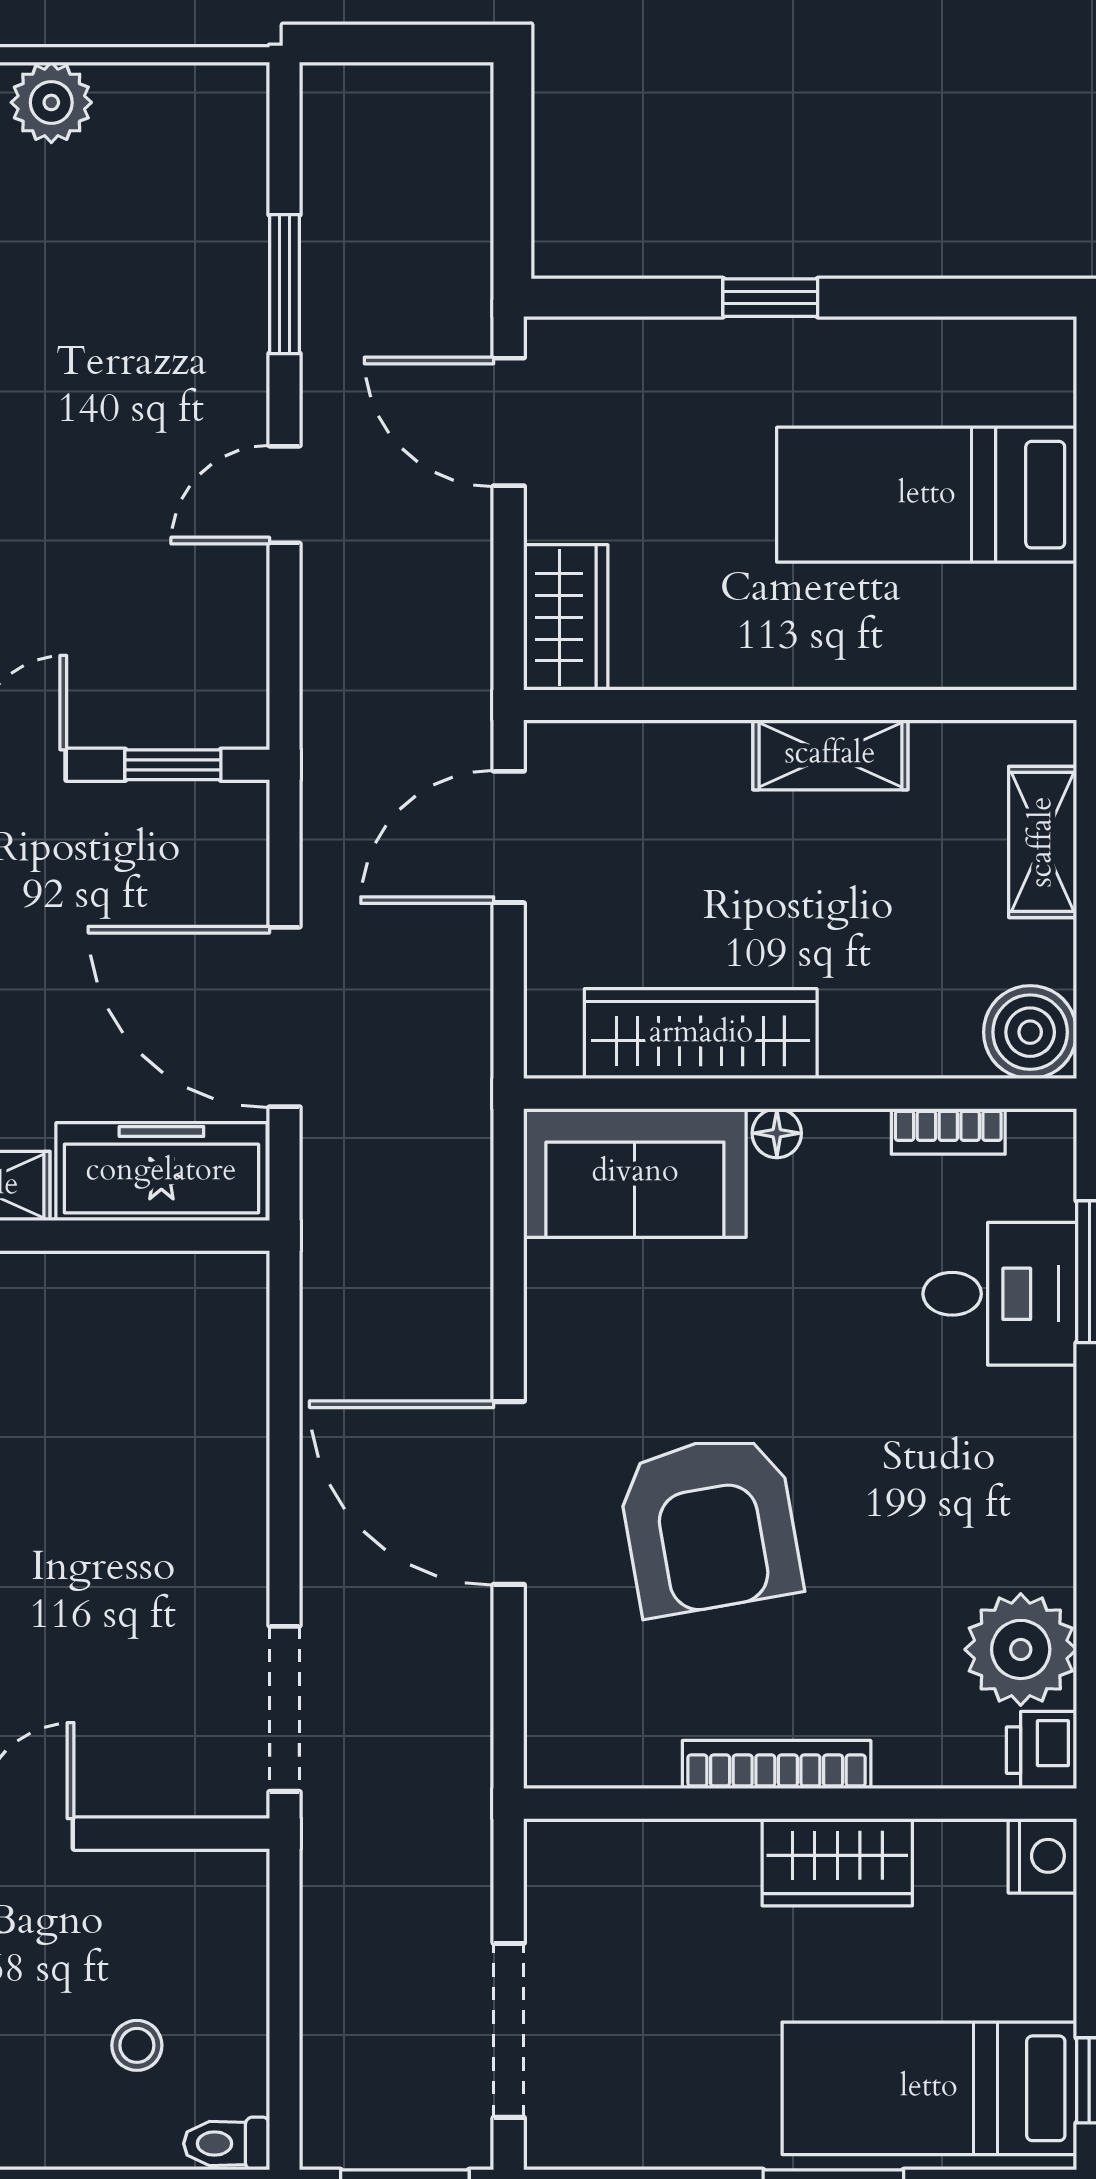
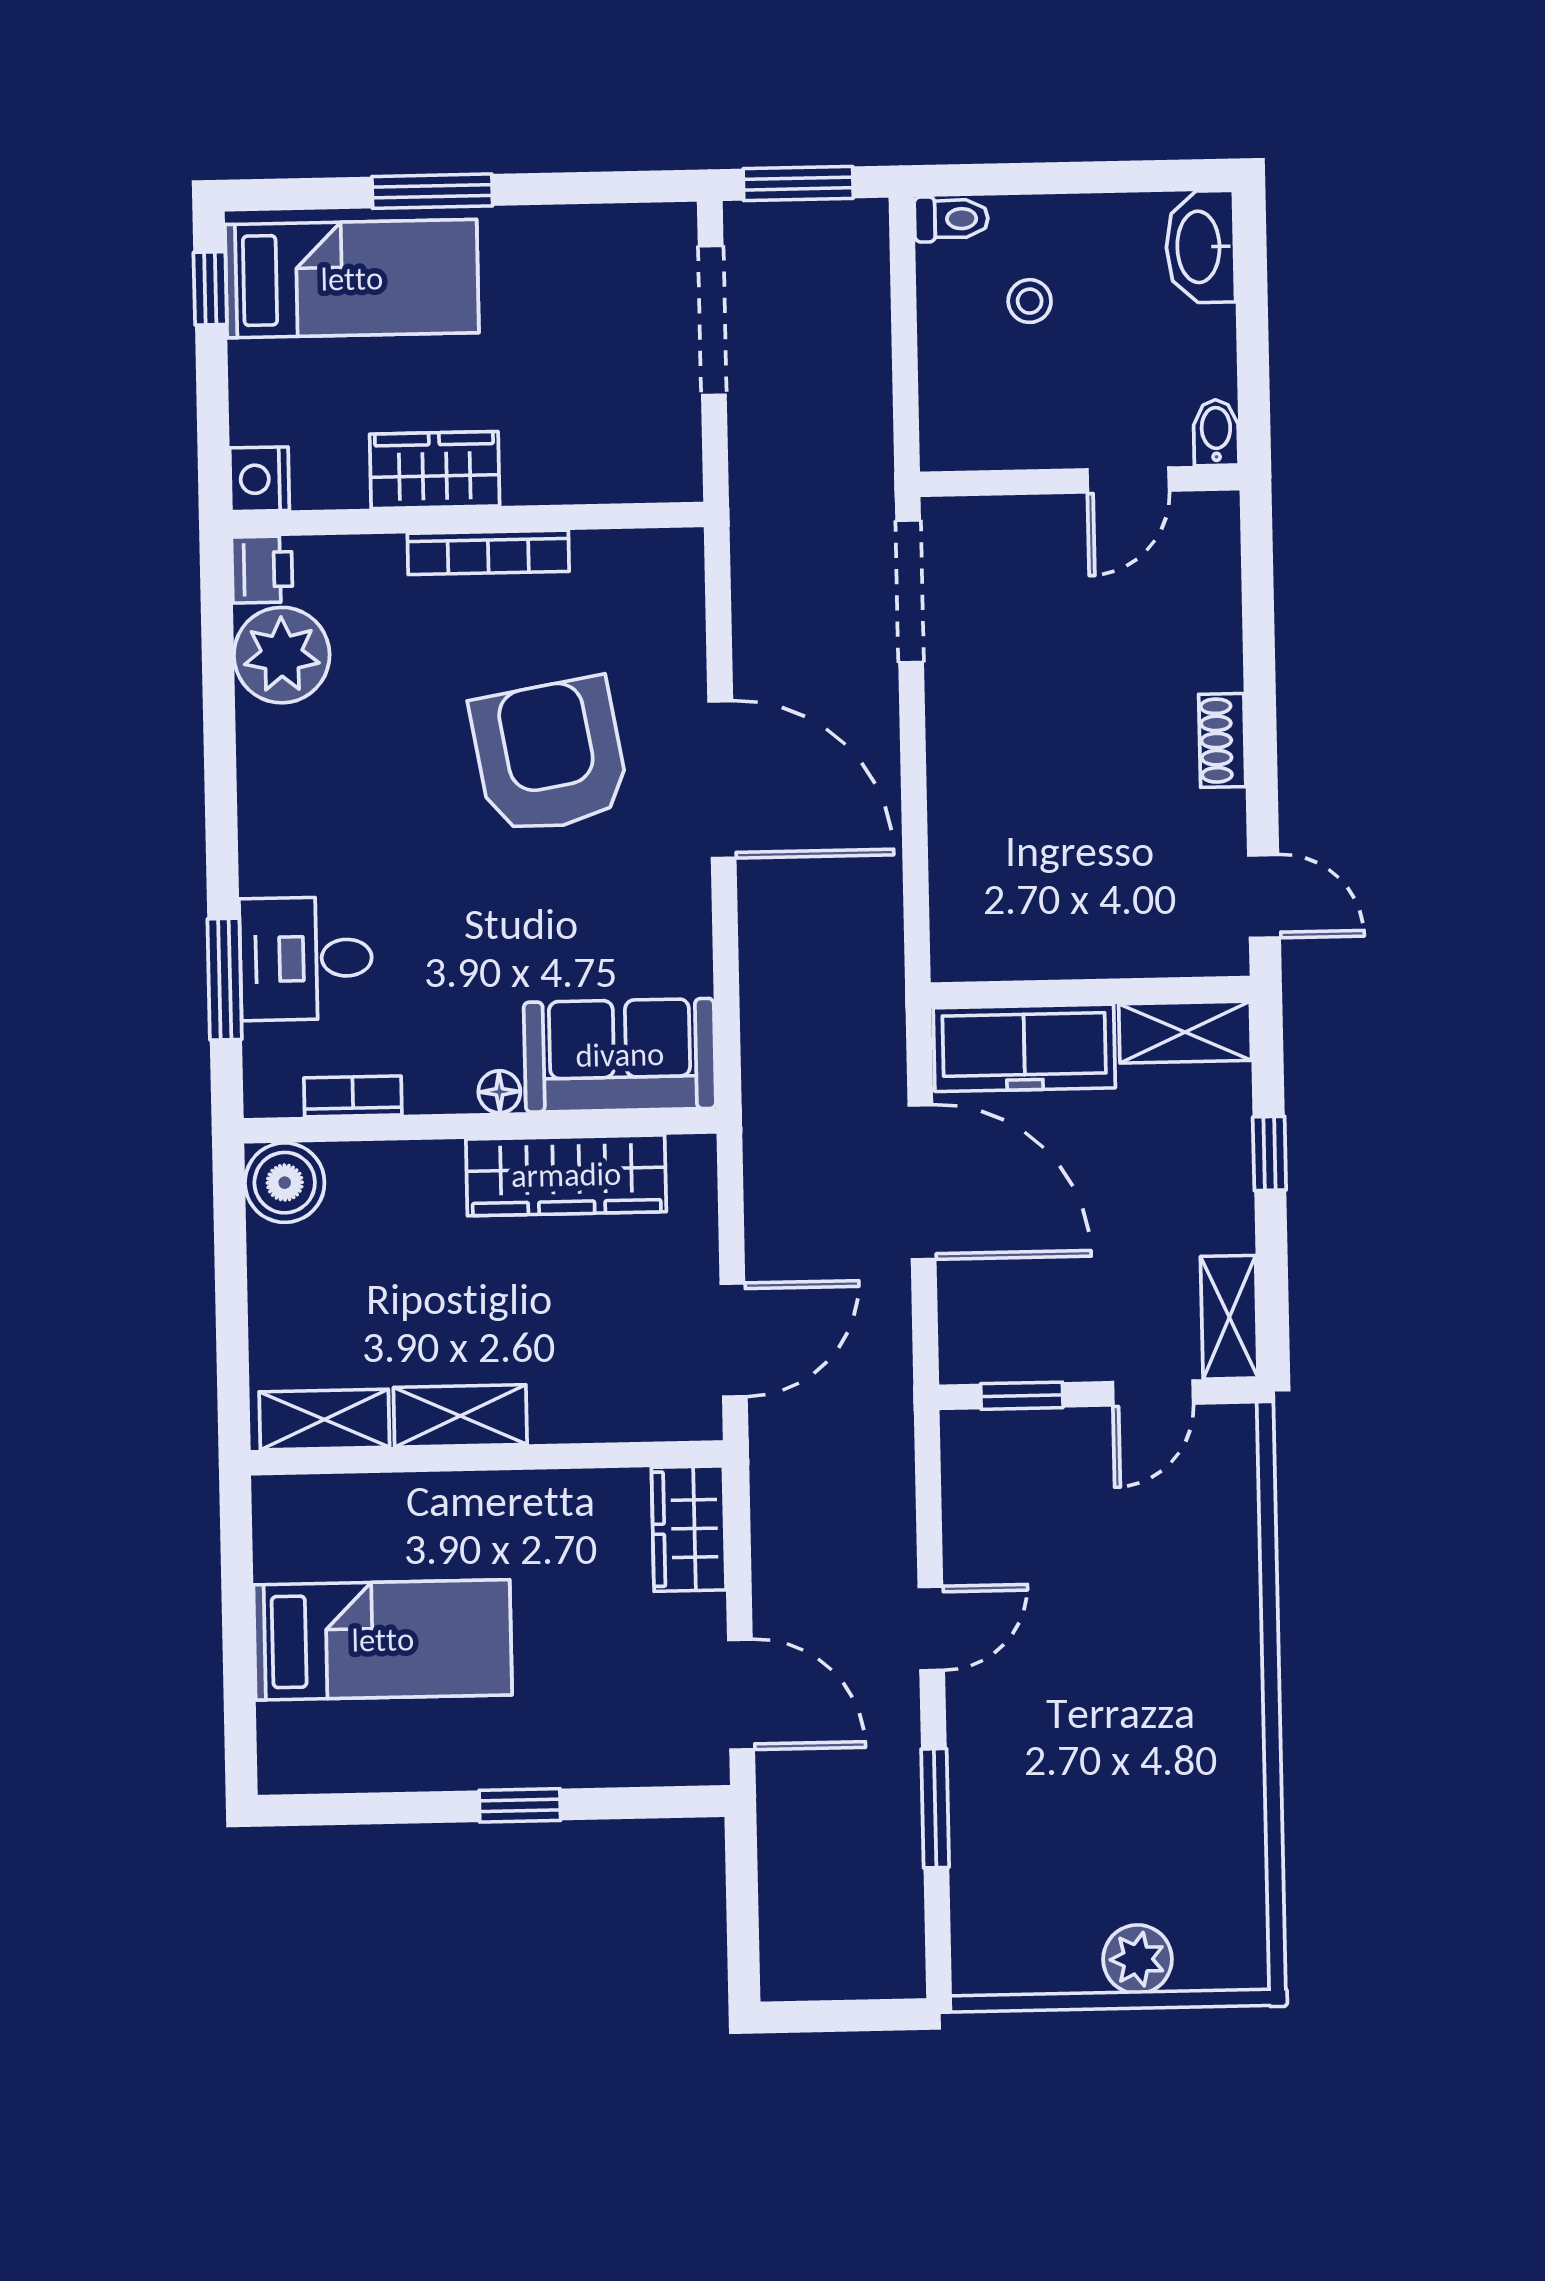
shelving: (1043, 842) -> (324, 1419), moved, turned 90

